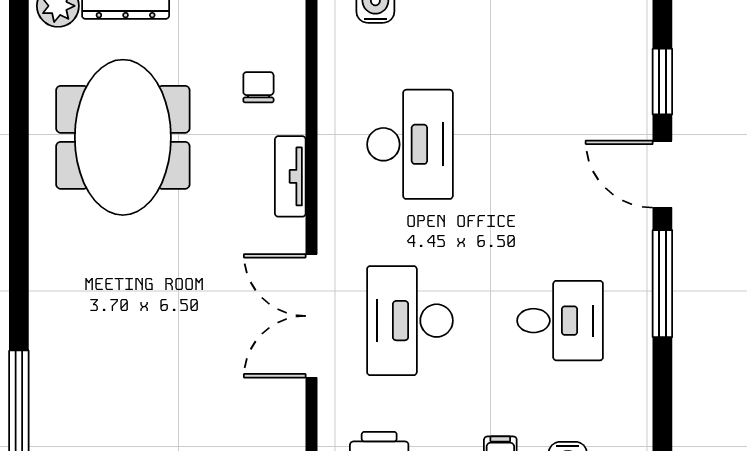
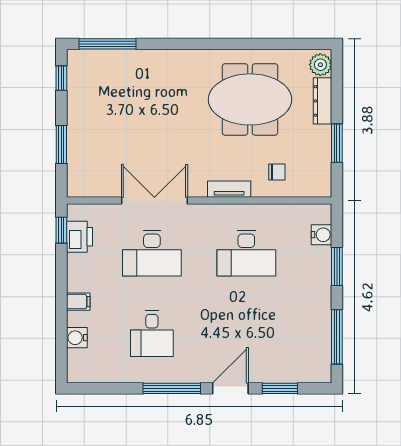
desk: (410, 321) -> (152, 253), turned 180

